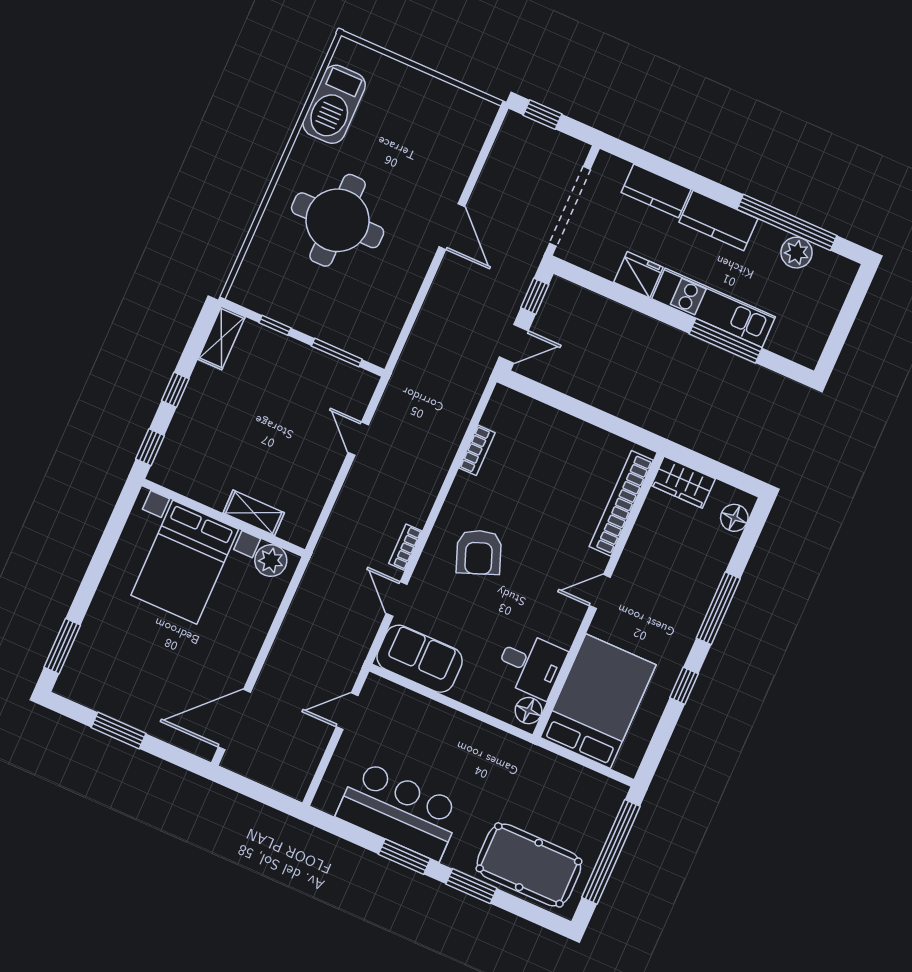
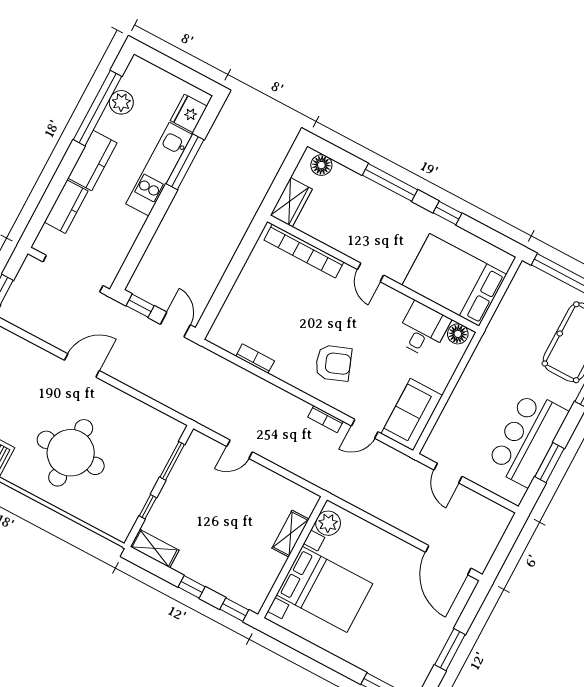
fridge: (638, 275) -> (189, 113), moved
window: (404, 857) -> (549, 463), moved

